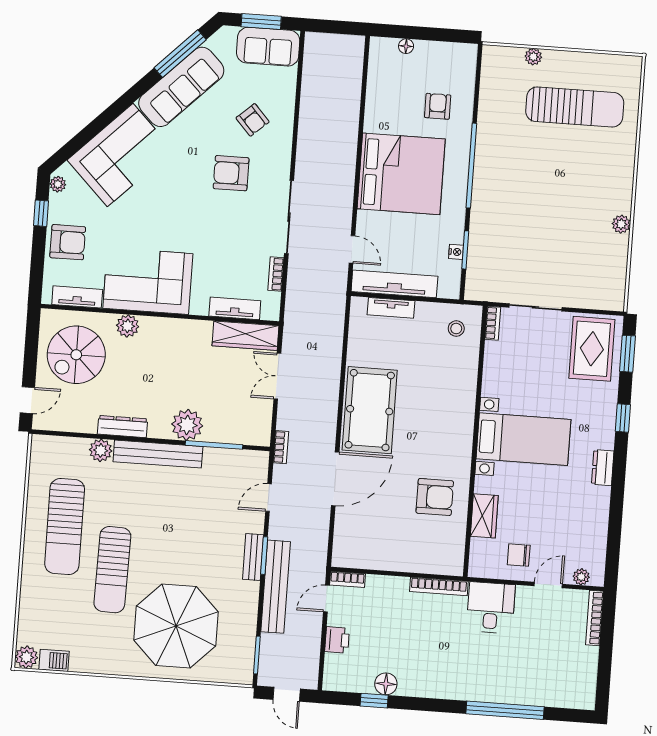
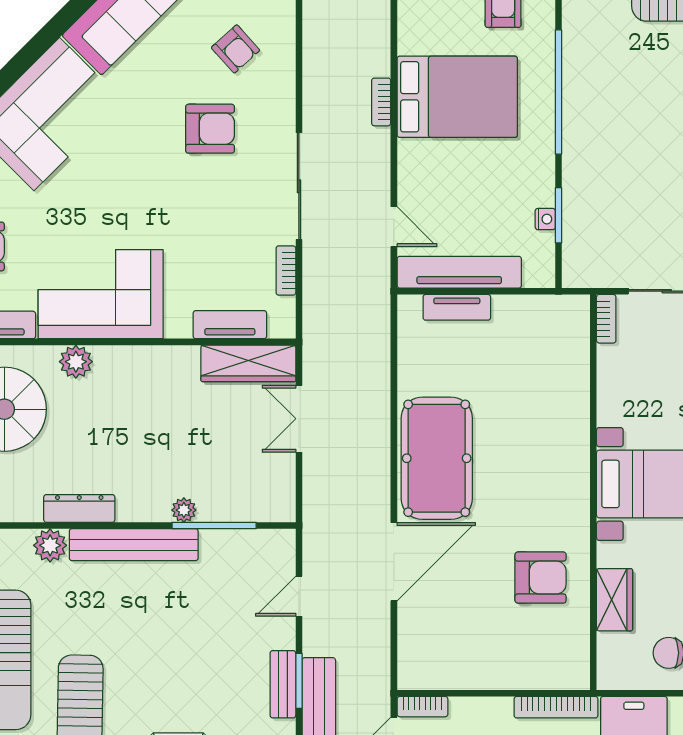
armchair: (231, 173) -> (210, 129), turned 180
bed: (401, 174) -> (457, 97), width x0.73
stool: (456, 329) -> (554, 330), removed
plant: (187, 425) -> (184, 510), width x0.53, depth x0.53
bookcase: (281, 447) -> (381, 102), moved, turned 180

